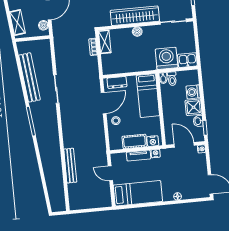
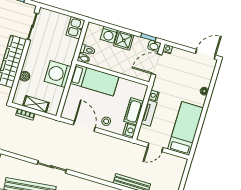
boiler: (137, 32) -> (25, 76), moved
shelving: (105, 42) -> (36, 104), moved
washing machine: (167, 58) -> (58, 74), moved
dresser: (117, 82) -> (69, 105), removed
washbasin: (198, 121) -> (154, 46), moved
nightstand: (153, 141) -> (130, 130), moved

